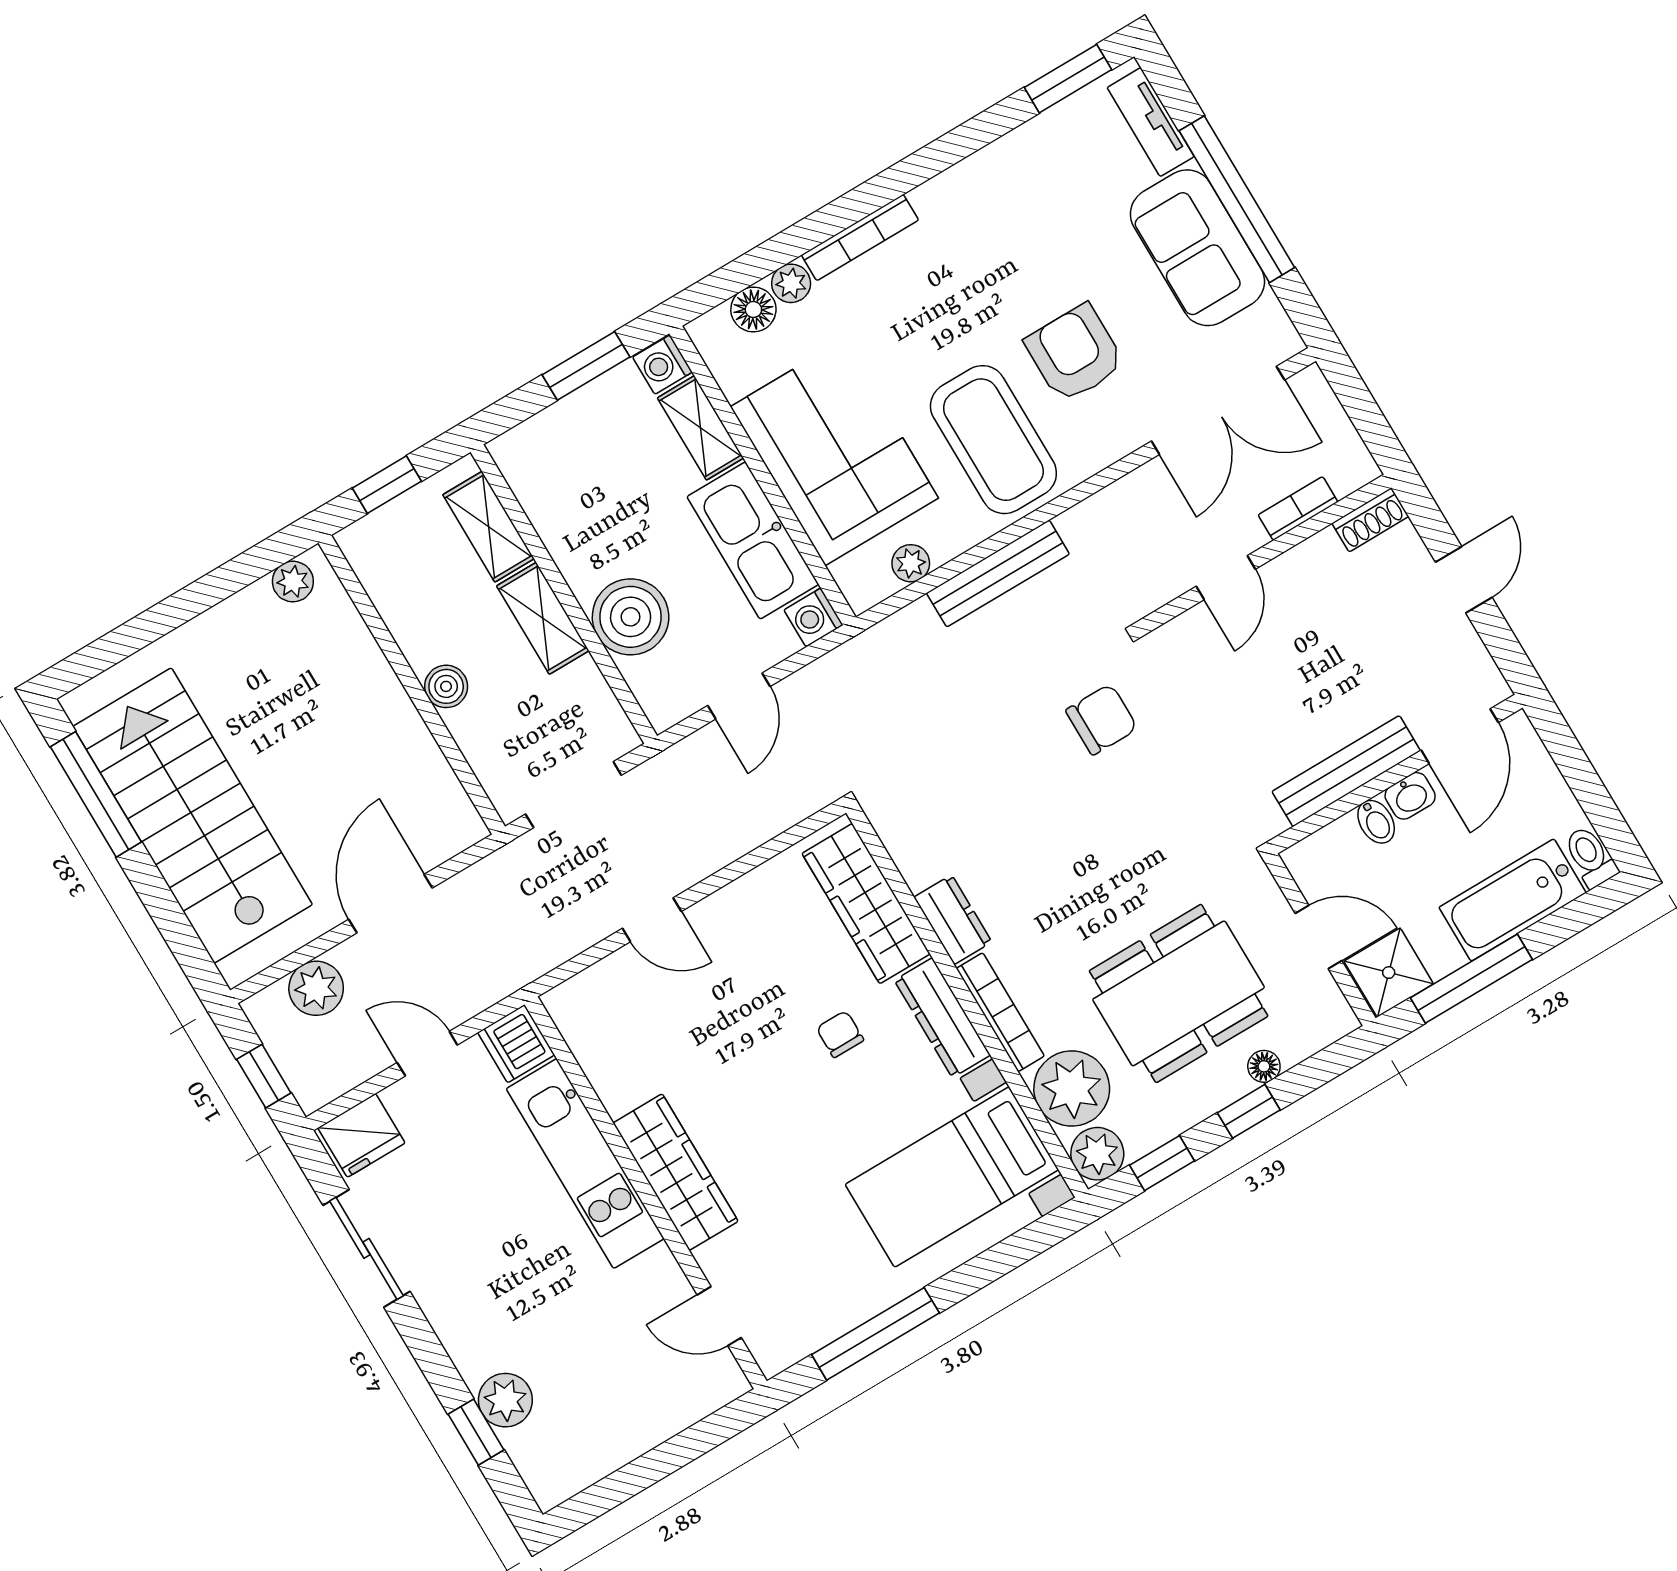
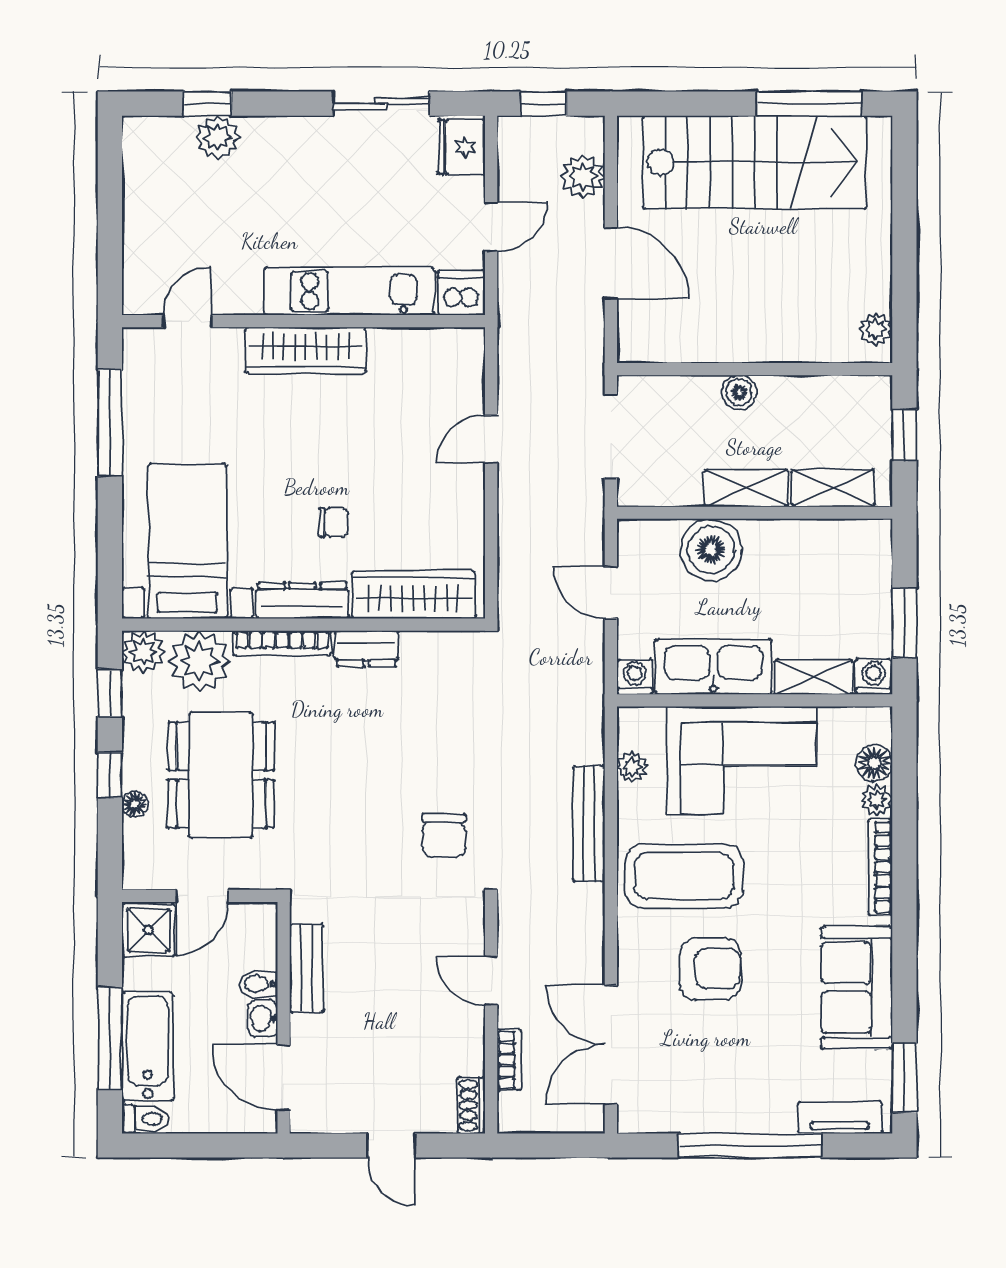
sofa: (1197, 248) -> (857, 988), moved, turned -90
bench: (1346, 771) -> (306, 968), width x0.73
window: (1471, 979) -> (110, 1038), moved

